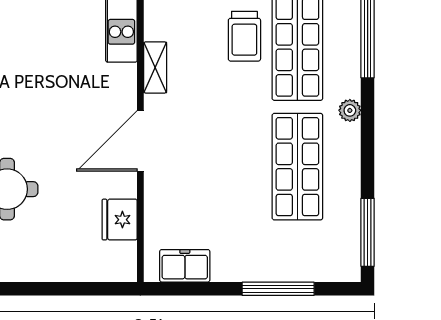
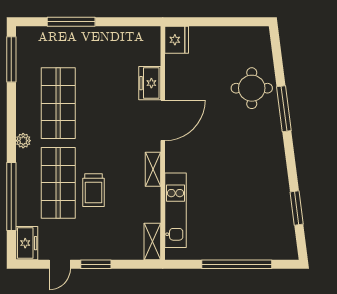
trolley: (244, 36) -> (93, 190), turned 180
fridge: (120, 220) -> (177, 40), moved
freezer: (185, 266) -> (150, 83), moved, turned 90

